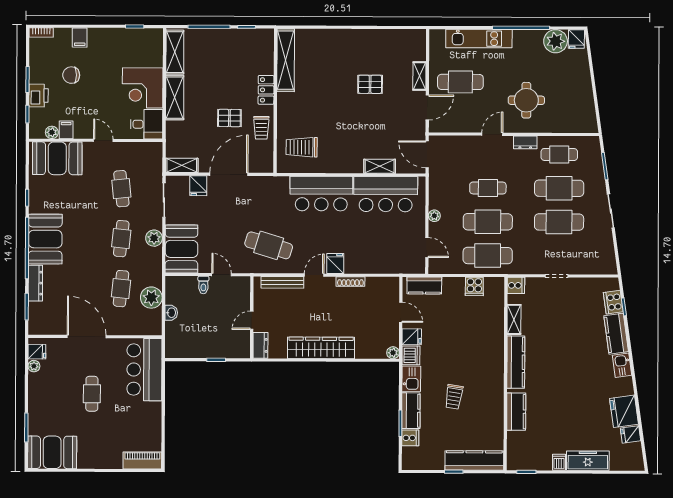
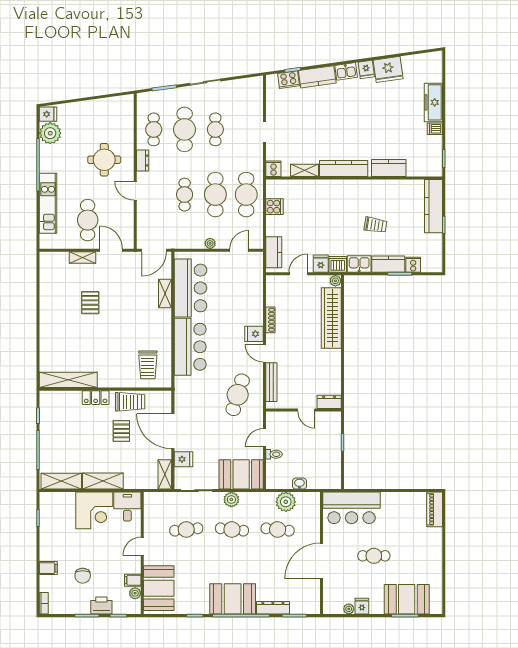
trolley: (261, 128) -> (130, 402), width x1.36, depth x1.39
cafe table: (559, 222) -> (215, 129), width x0.73, depth x0.74
wardrobe: (321, 348) -> (331, 318), moved
fridge: (37, 352) -> (362, 606), moved
fridge: (631, 434) -> (366, 69), moved
booth: (52, 452) -> (407, 599), moved, turned 90

